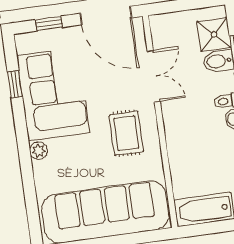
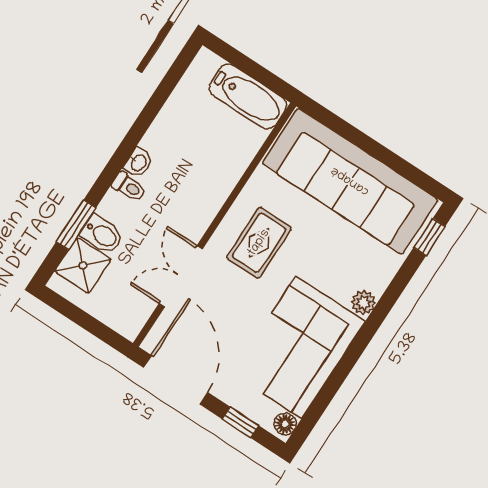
floor lamp: (23, 44) -> (285, 424), added
window: (15, 84) -> (429, 237), moved

